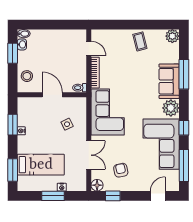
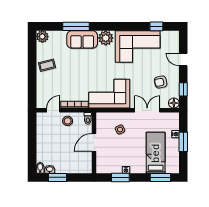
stool: (27, 76) -> (68, 121), moved
window: (184, 128) -> (123, 26), removed
window: (184, 165) -> (156, 26), width x0.46
door: (158, 196) -> (183, 59), moved

